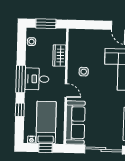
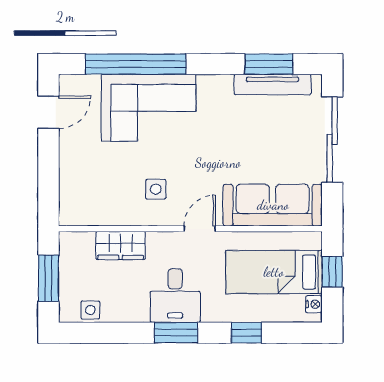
window: (21, 79) -> (176, 333), width x0.69

